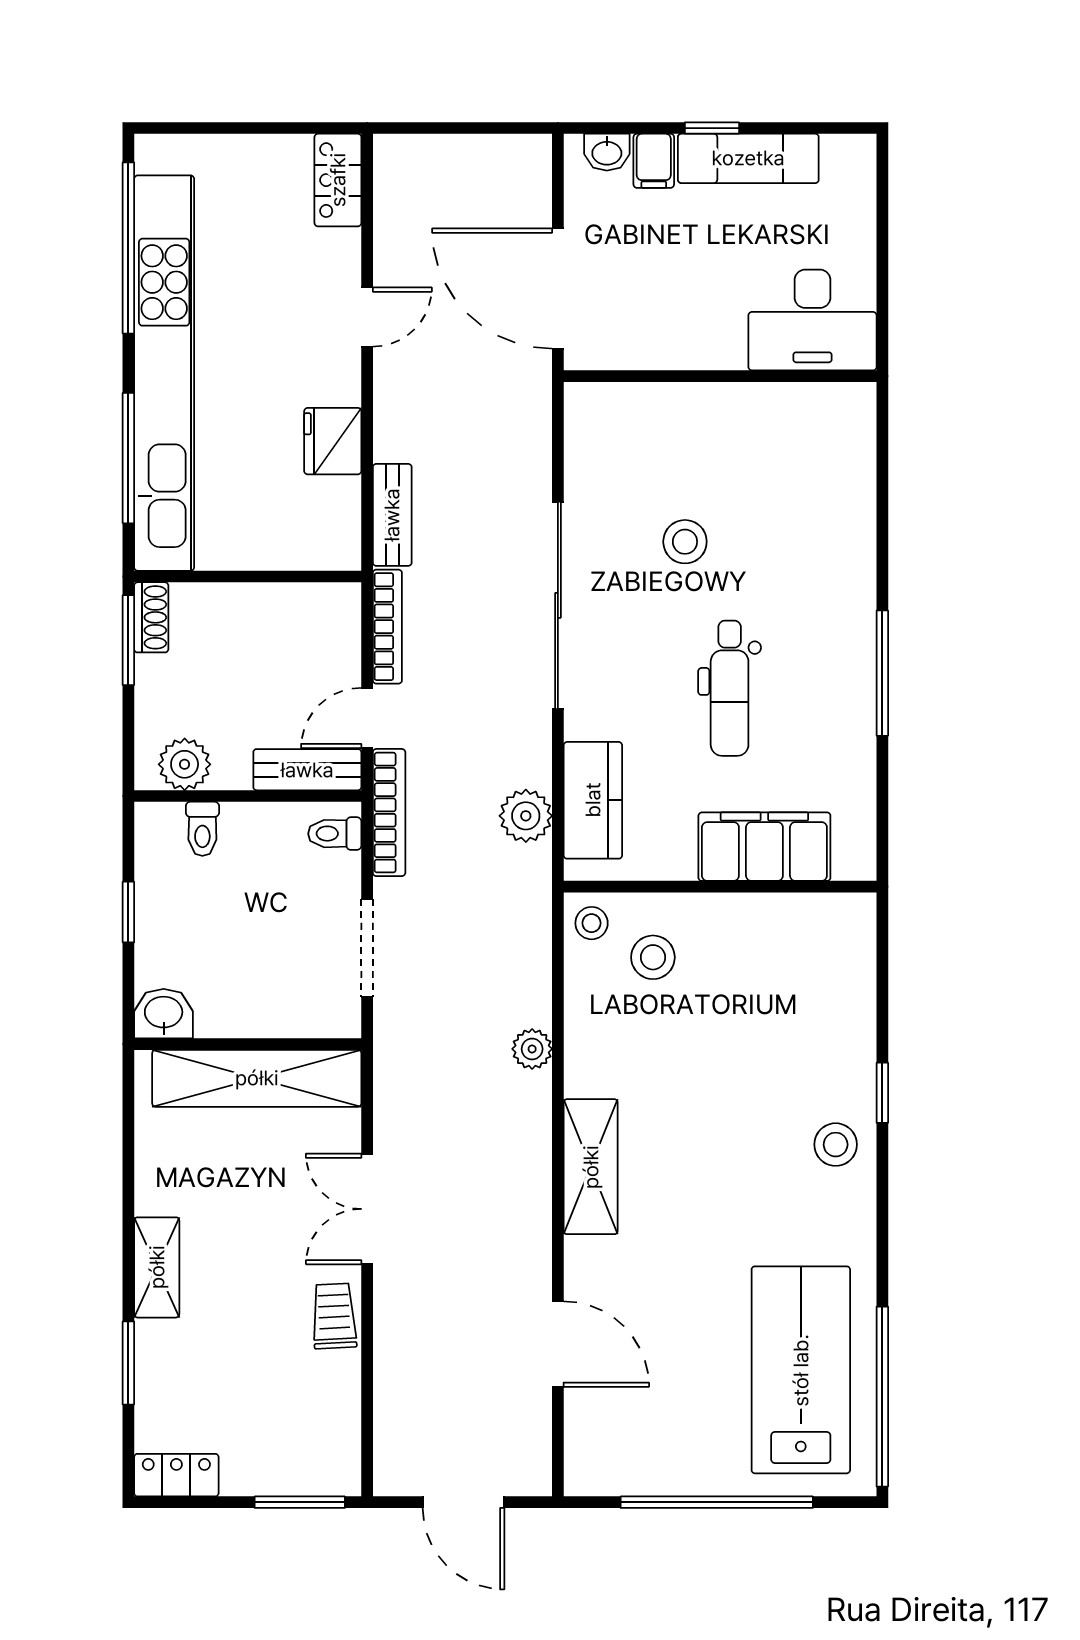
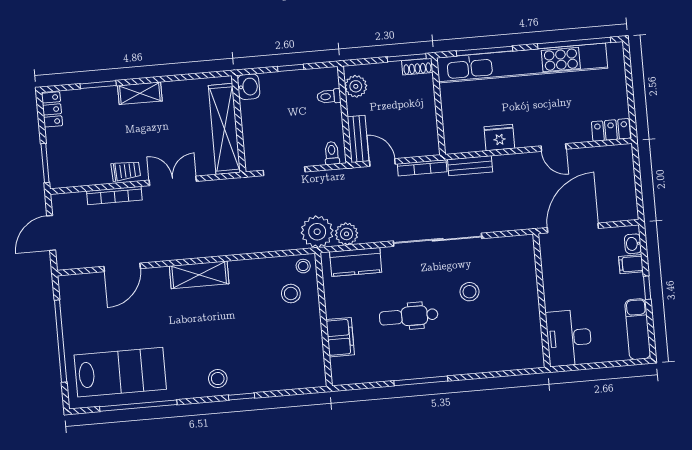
exam couch: (748, 158) -> (638, 329), moved
bookcase: (389, 813) -> (114, 195), moved
filing cabinet: (764, 847) -> (340, 337), width x0.67, depth x0.86
plant: (532, 1049) -> (317, 232), moved, width x1.88, depth x1.88
window: (882, 1397) -> (138, 406), moved

